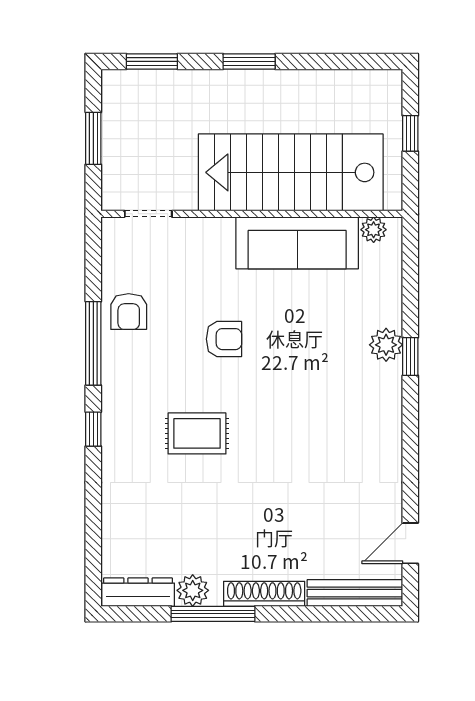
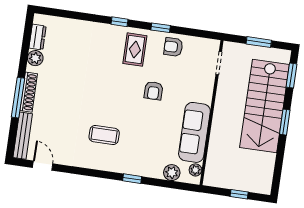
stairs: (291, 172) -> (265, 106), moved, turned 180
window: (93, 343) -> (161, 28), width x0.46
plant: (386, 345) -> (172, 173), moved
coffee table: (329, 427) -> (104, 135), added
rug: (197, 433) -> (135, 50), moved
dresser: (138, 592) -> (38, 37), width x0.70
window: (213, 614) -> (18, 98), moved

